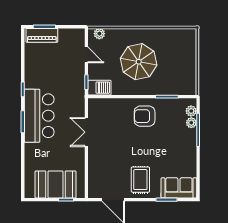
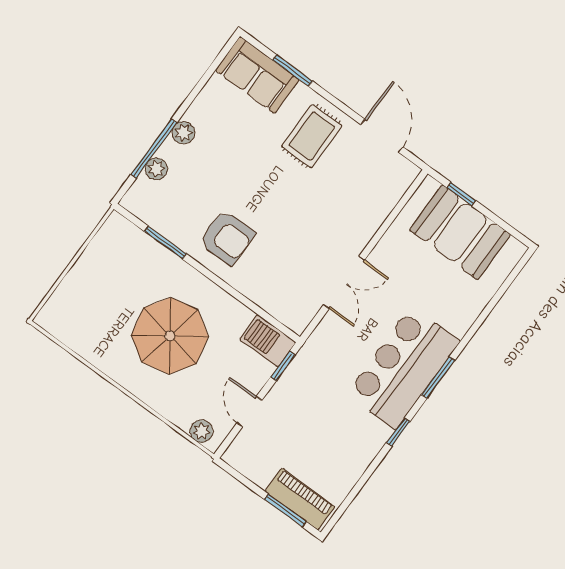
plant: (191, 111) -> (183, 133), moved

